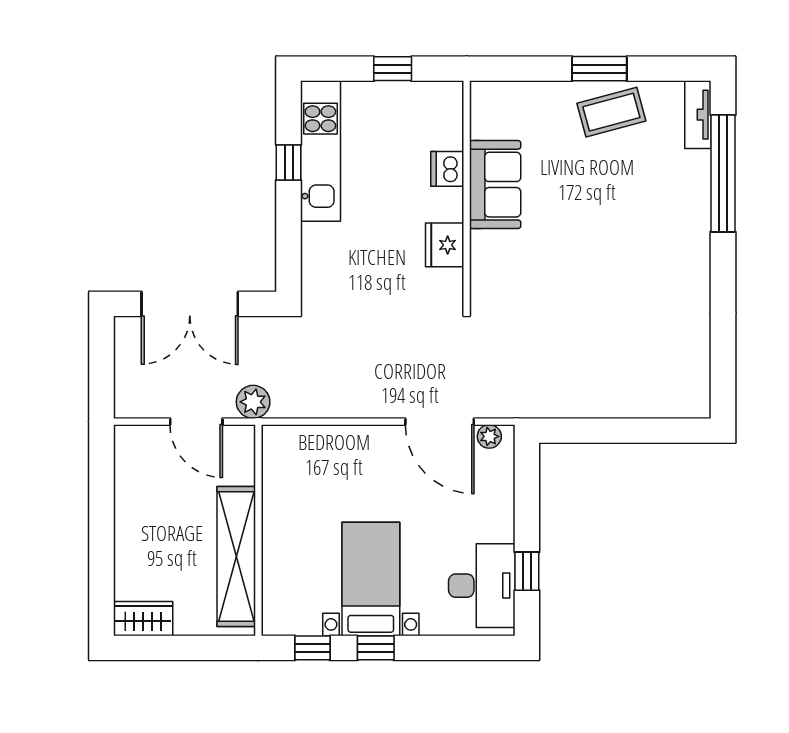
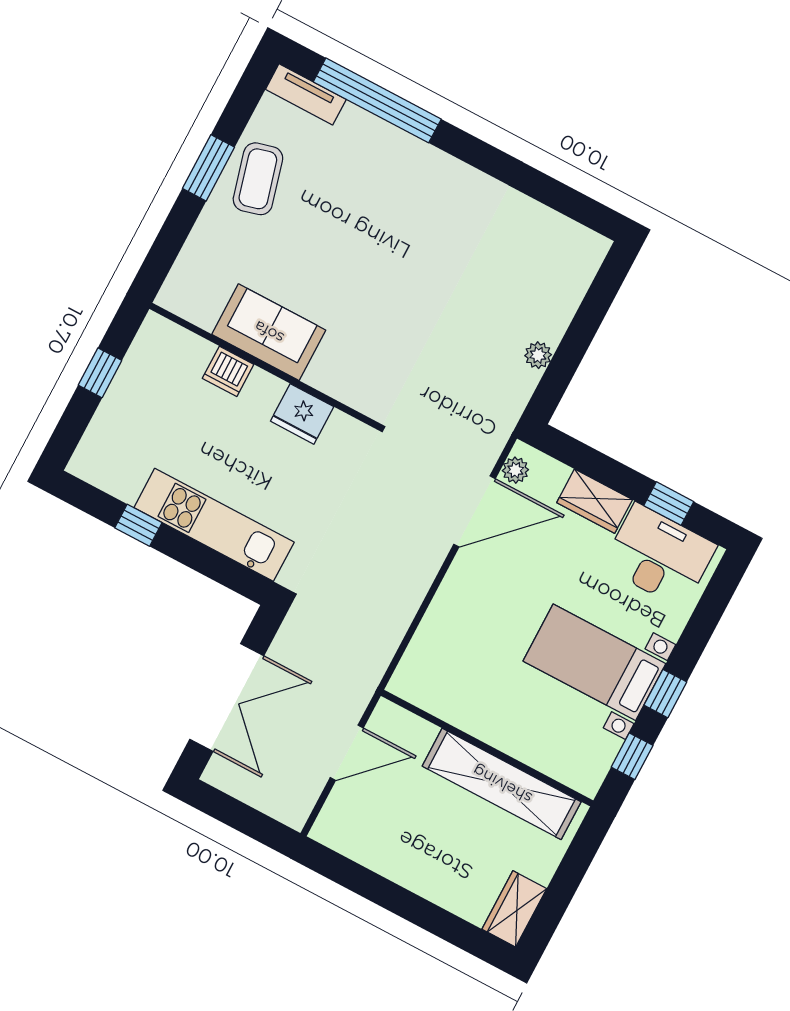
kitchen unit: (320, 151) -> (214, 525), moved
plant: (253, 402) -> (538, 355), moved, width x0.73, depth x0.73
wardrobe: (498, 512) -> (595, 501), added

